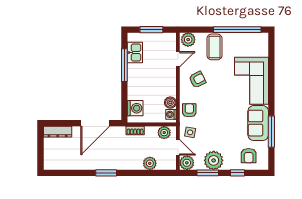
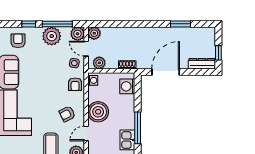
boiler: (170, 103) -> (98, 112), moved, width x1.86, depth x1.86
window: (40, 143) -> (218, 53), added
plant: (150, 163) -> (94, 33), moved
window: (106, 173) -> (180, 24), moved
window: (208, 173) -> (57, 24), width x1.44

